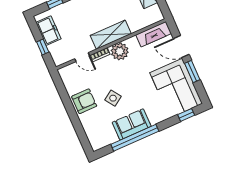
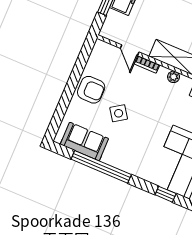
plant: (120, 51) -> (174, 77), width x0.53, depth x0.53
sofa: (132, 124) -> (84, 141), moved

